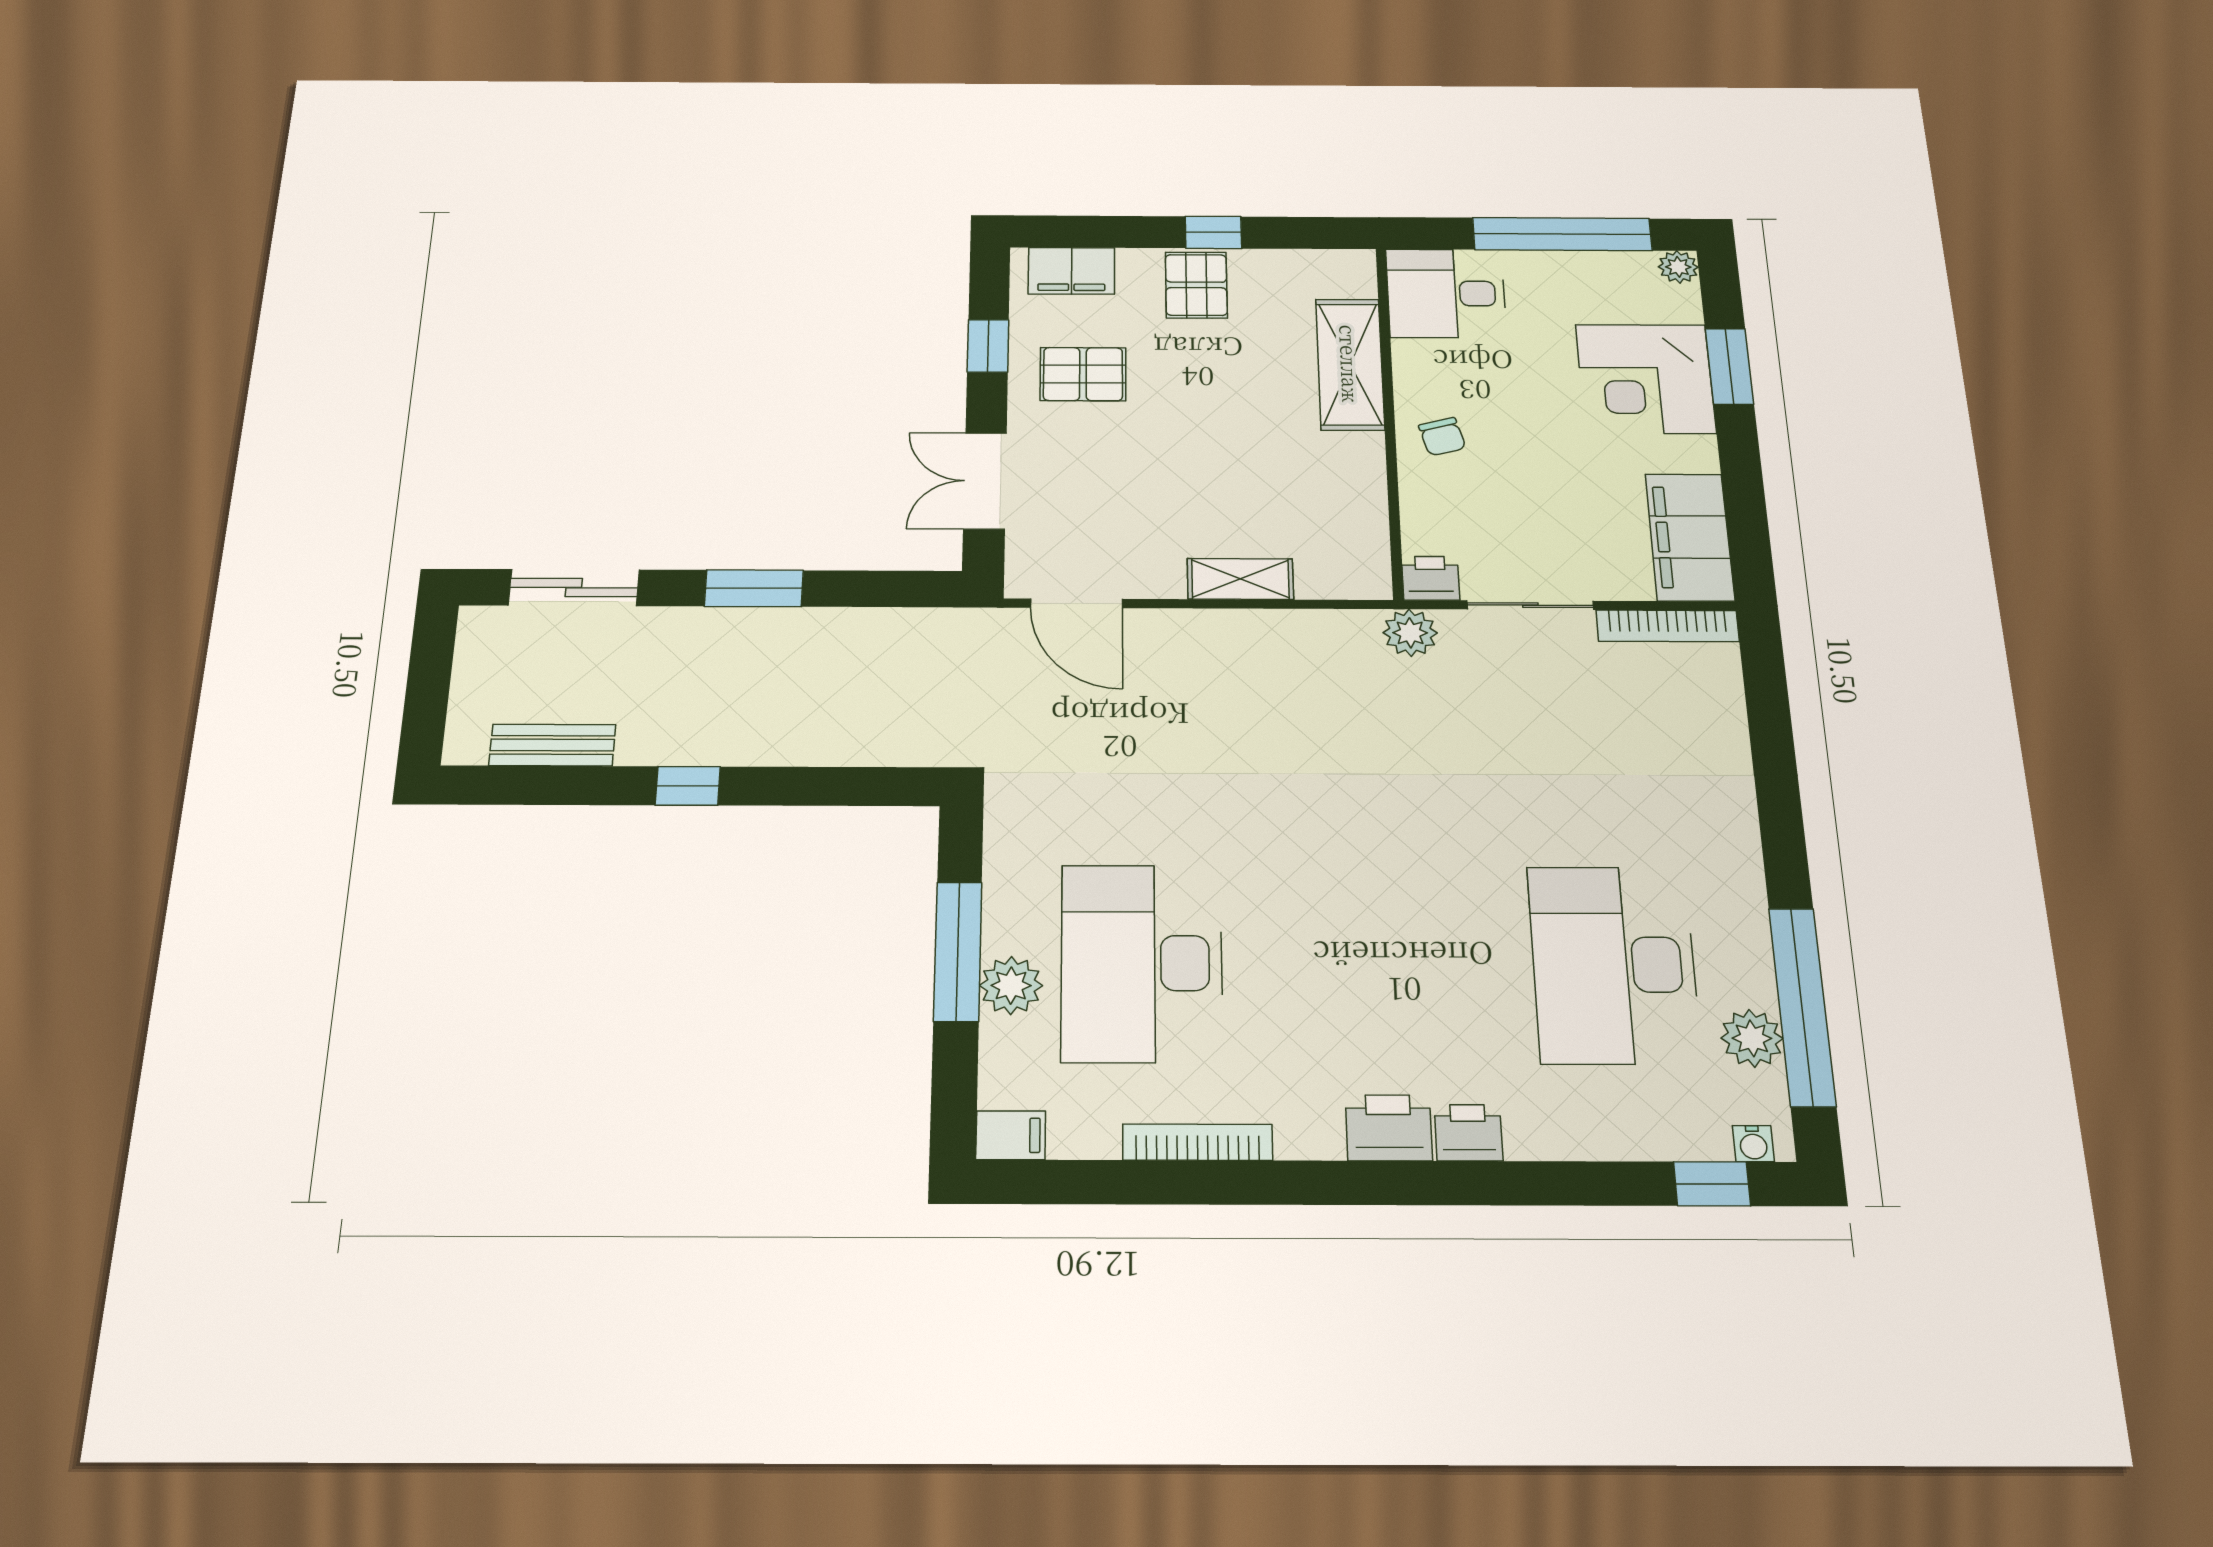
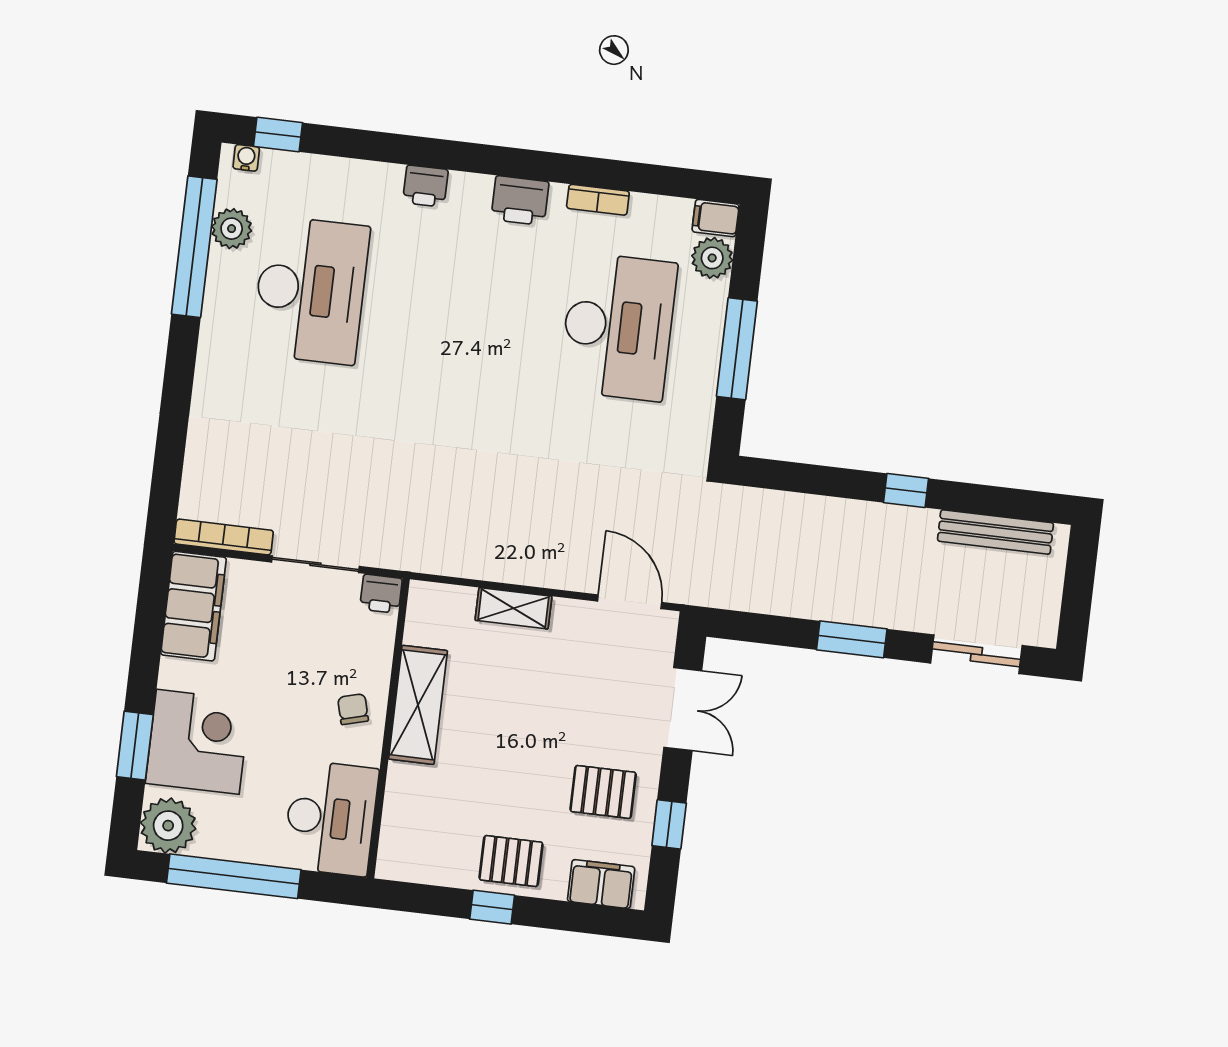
plant: (1678, 267) -> (168, 826), width x1.87, depth x1.87
pallet: (1196, 285) -> (511, 861), turned 90
desk: (1446, 293) -> (331, 818), width x1.37
shelving: (1350, 364) -> (418, 705), moved
plant: (1410, 633) -> (402, 552), removed
bench: (552, 745) -> (995, 532), width x1.36
plant: (1011, 986) -> (712, 258), moved
printer: (1389, 1128) -> (520, 201), moved
bookcase: (1198, 1142) -> (598, 200), width x0.64

